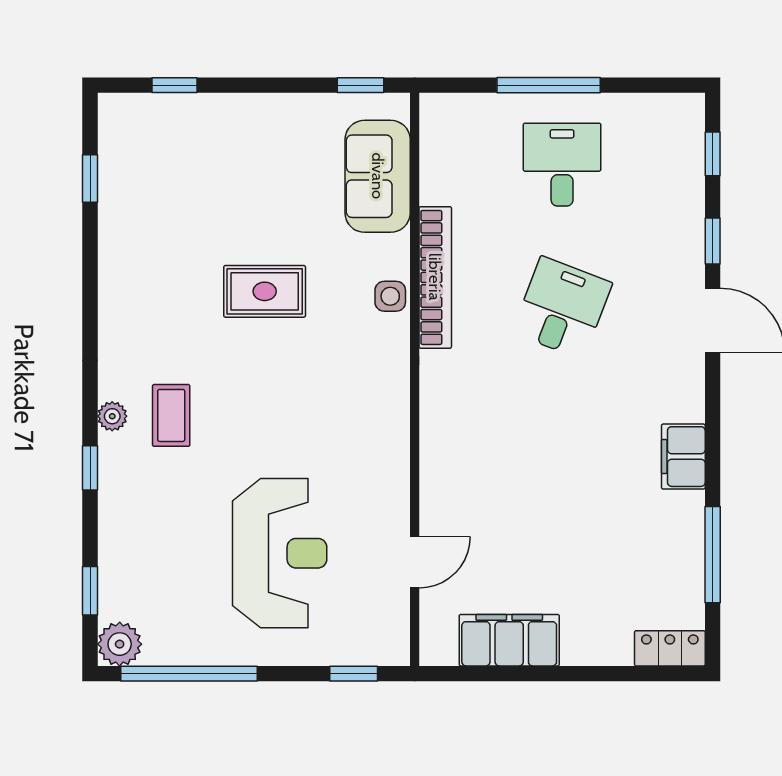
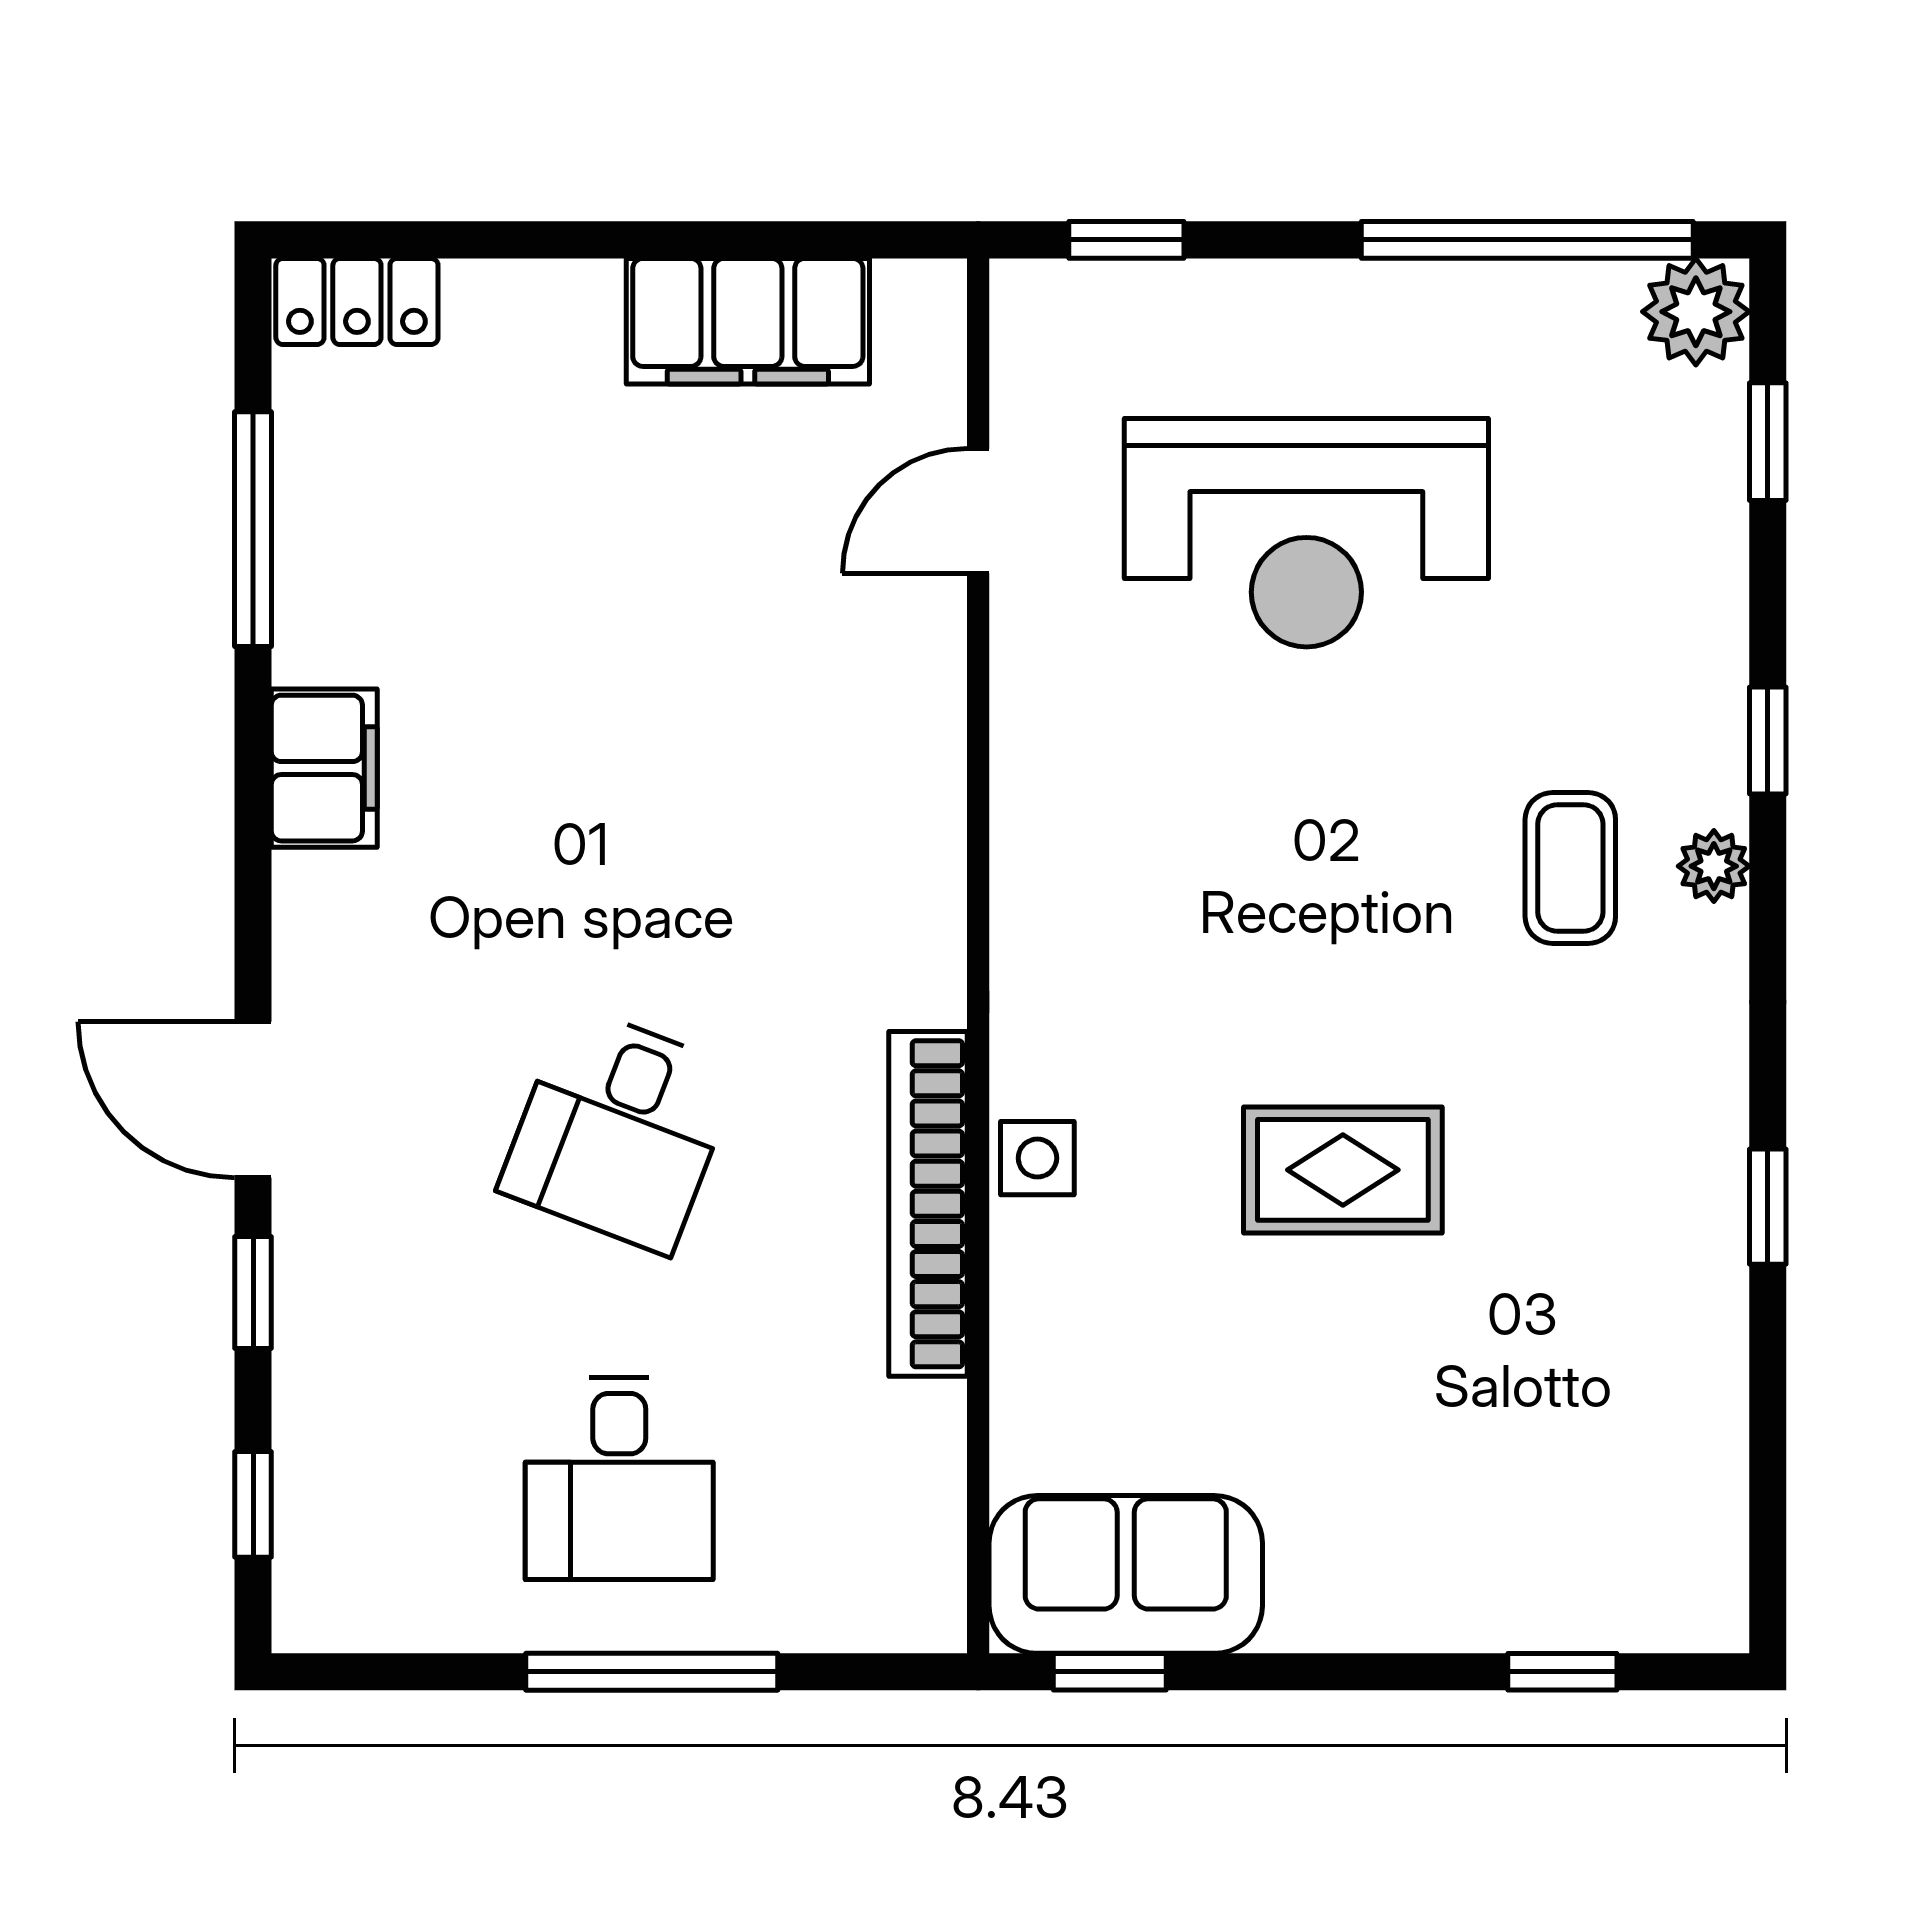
sofa: (378, 176) -> (1126, 1574), moved, turned -90
window: (90, 178) -> (1768, 1207), moved
reception desk: (280, 553) -> (1306, 533), turned -90

